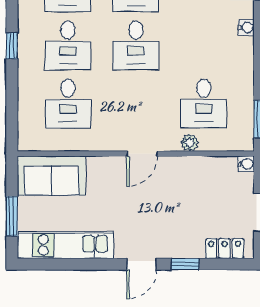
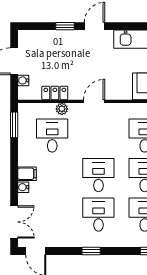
filing cabinet: (241, 47) -> (27, 174), added
water cooler: (246, 164) -> (23, 80), moved
locker: (225, 249) -> (55, 93), moved, turned 180

